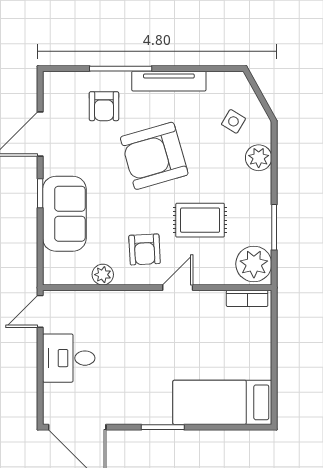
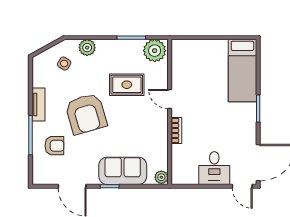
tv unit: (169, 81) -> (38, 104), width x0.71
rug: (200, 220) -> (127, 85), turned 90
armchair: (145, 249) -> (145, 120), removed
plant: (103, 275) -> (161, 177), moved
bookcase: (247, 298) -> (176, 131), moved
door: (40, 311) -> (242, 186), moved

